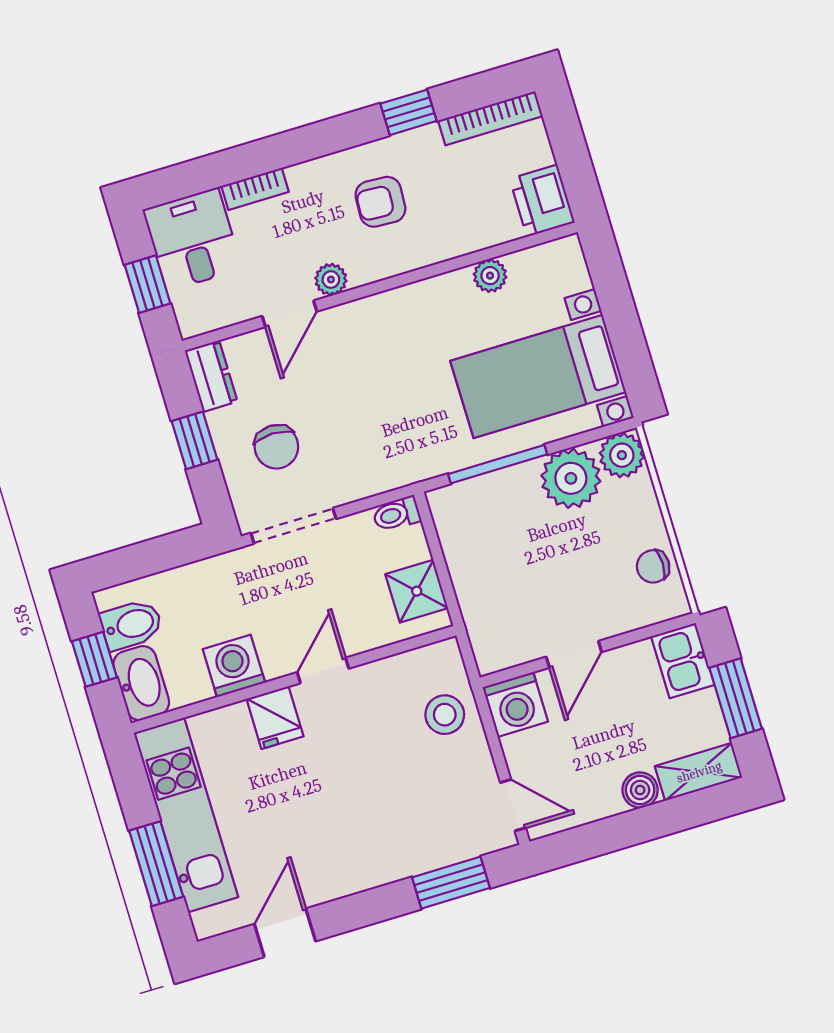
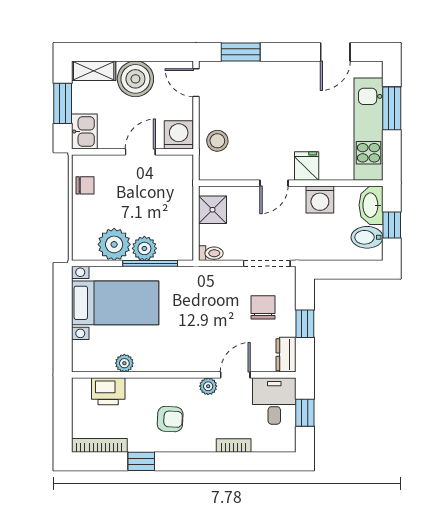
printer: (542, 201) -> (108, 391), moved, turned 90
desk: (192, 239) -> (274, 401), moved, turned 180
plant: (622, 455) -> (144, 248), moved
boiler: (640, 790) -> (135, 79), width x1.86, depth x1.86

